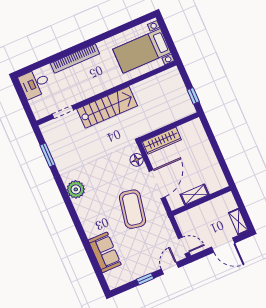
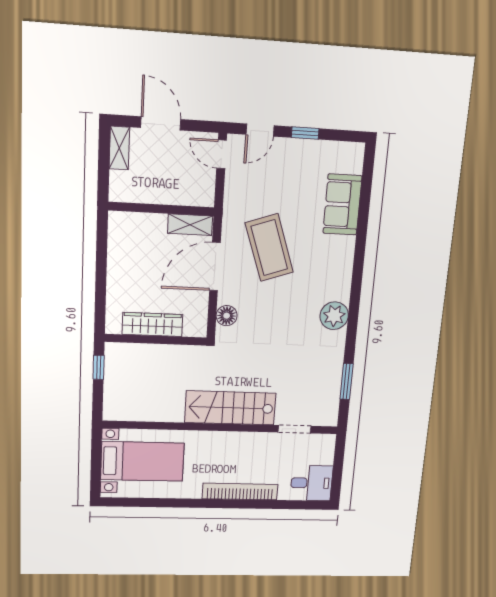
wardrobe: (162, 141) -> (152, 324), moved
shelving: (195, 195) -> (190, 225), moved
coffee table: (133, 209) -> (269, 248), turned -30

